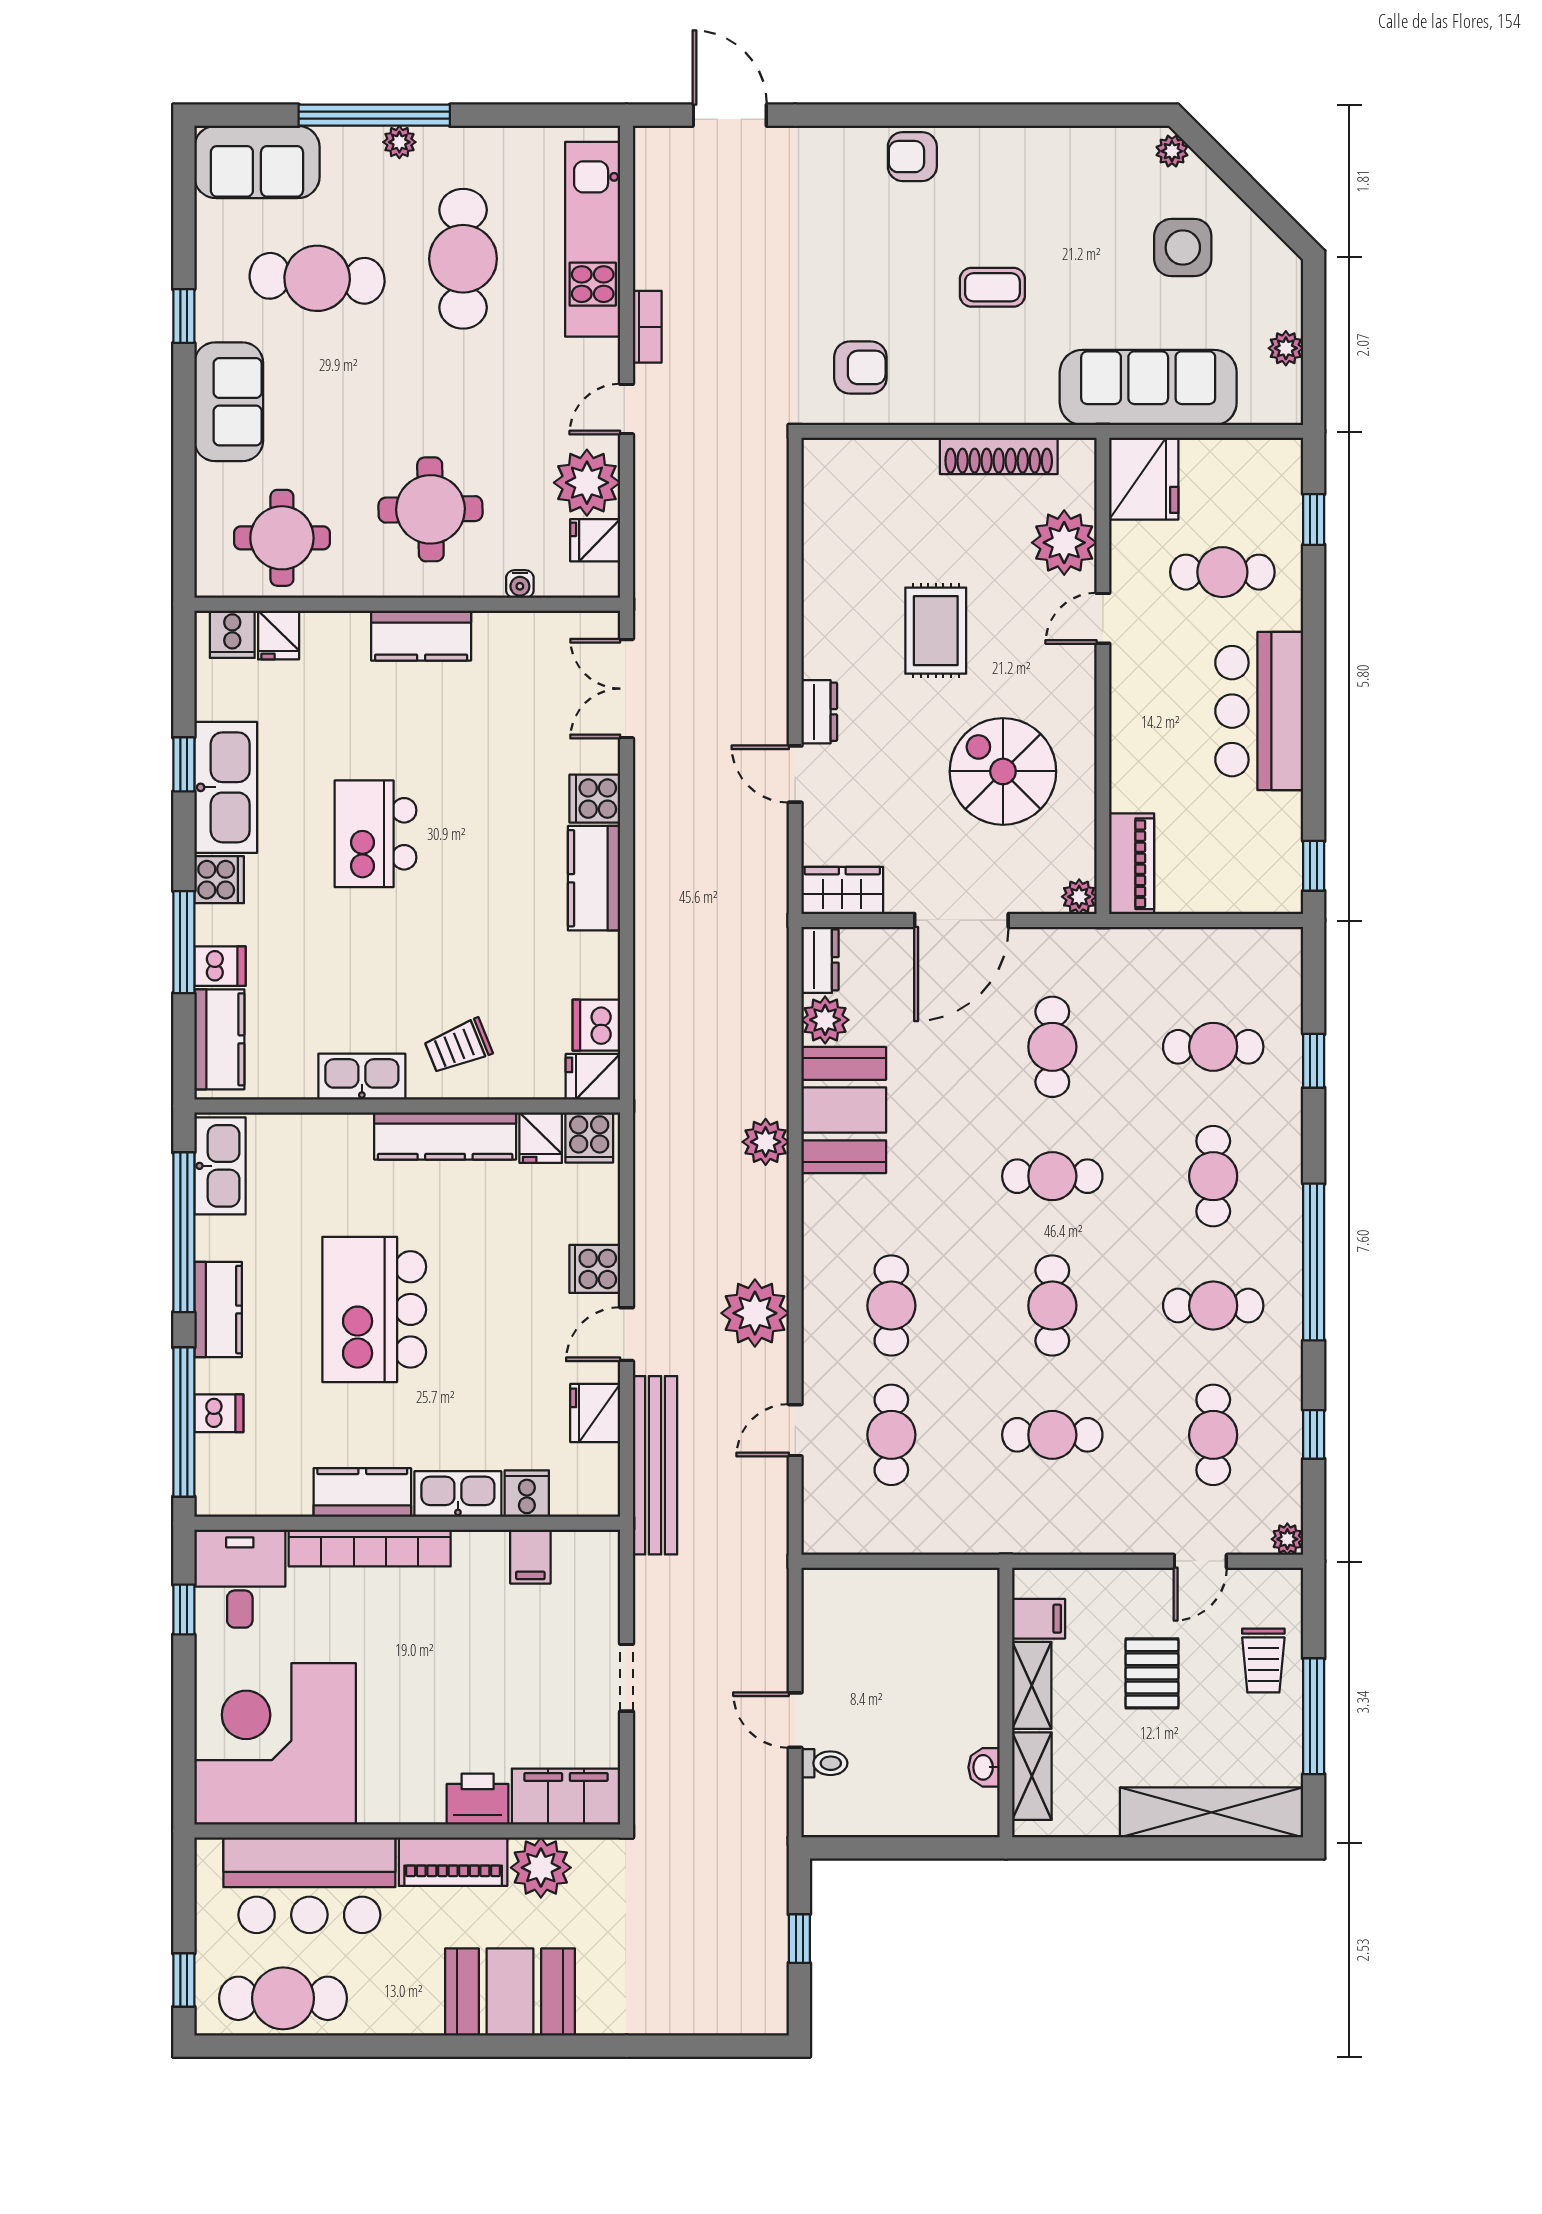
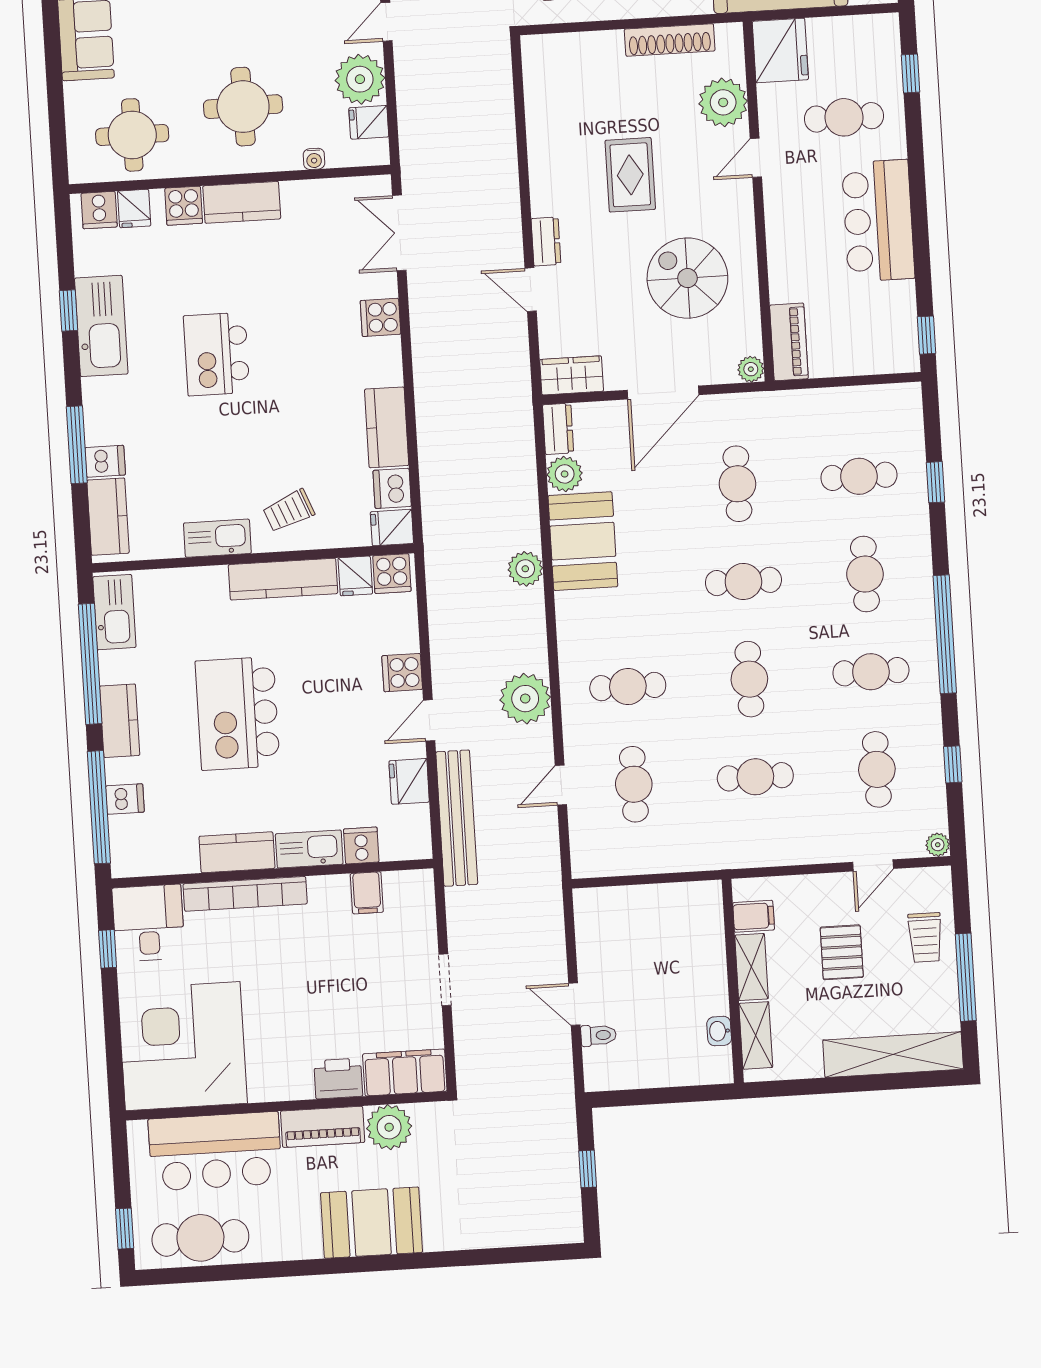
kitchen counter: (594, 878) -> (387, 427), moved
cooker: (219, 880) -> (184, 206), moved, turned 90
cafe table: (891, 1306) -> (628, 687), turned 90

